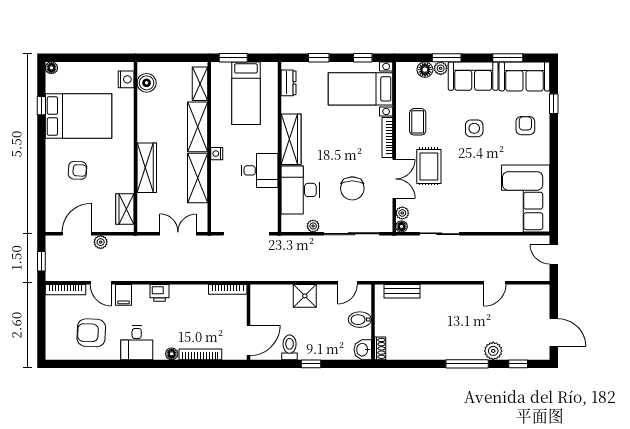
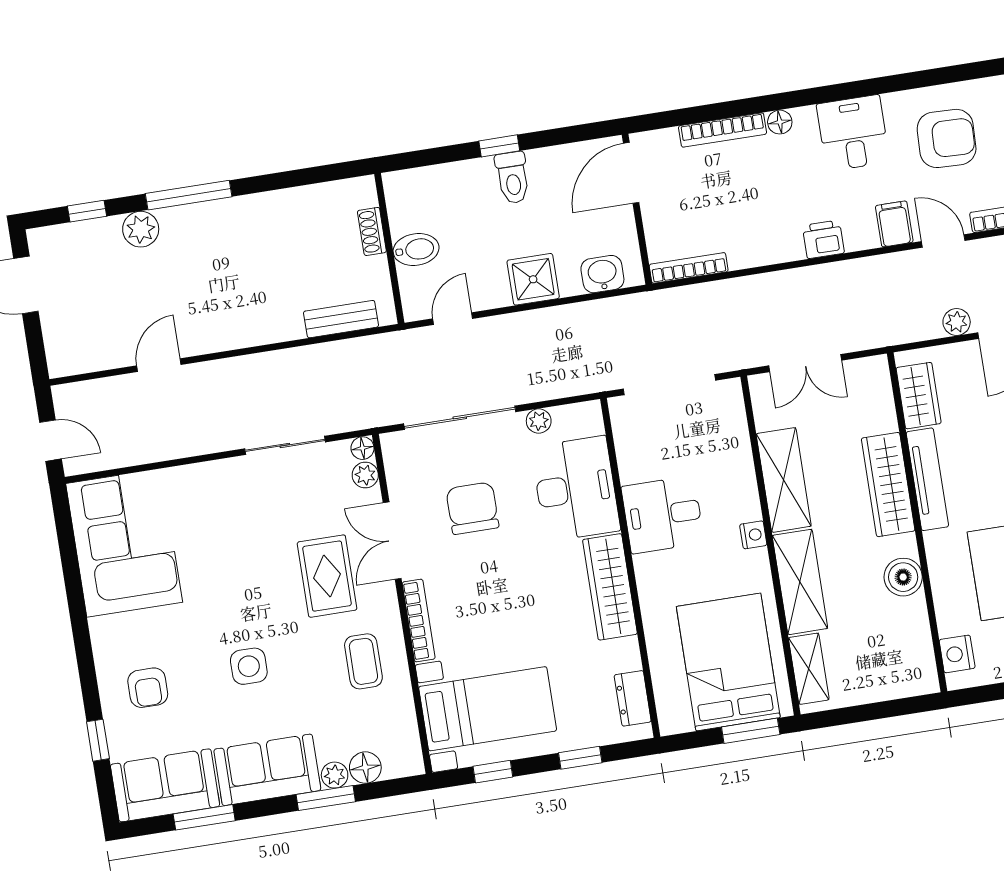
boiler: (147, 83) -> (903, 577), moved
bed: (246, 93) -> (728, 662), width x1.50
tv unit: (127, 167) -> (927, 479), added
toilet: (290, 347) -> (513, 178), moved
shoe rack: (380, 348) -> (372, 231), moved
washbasin: (363, 350) -> (602, 274), moved, turned -90

